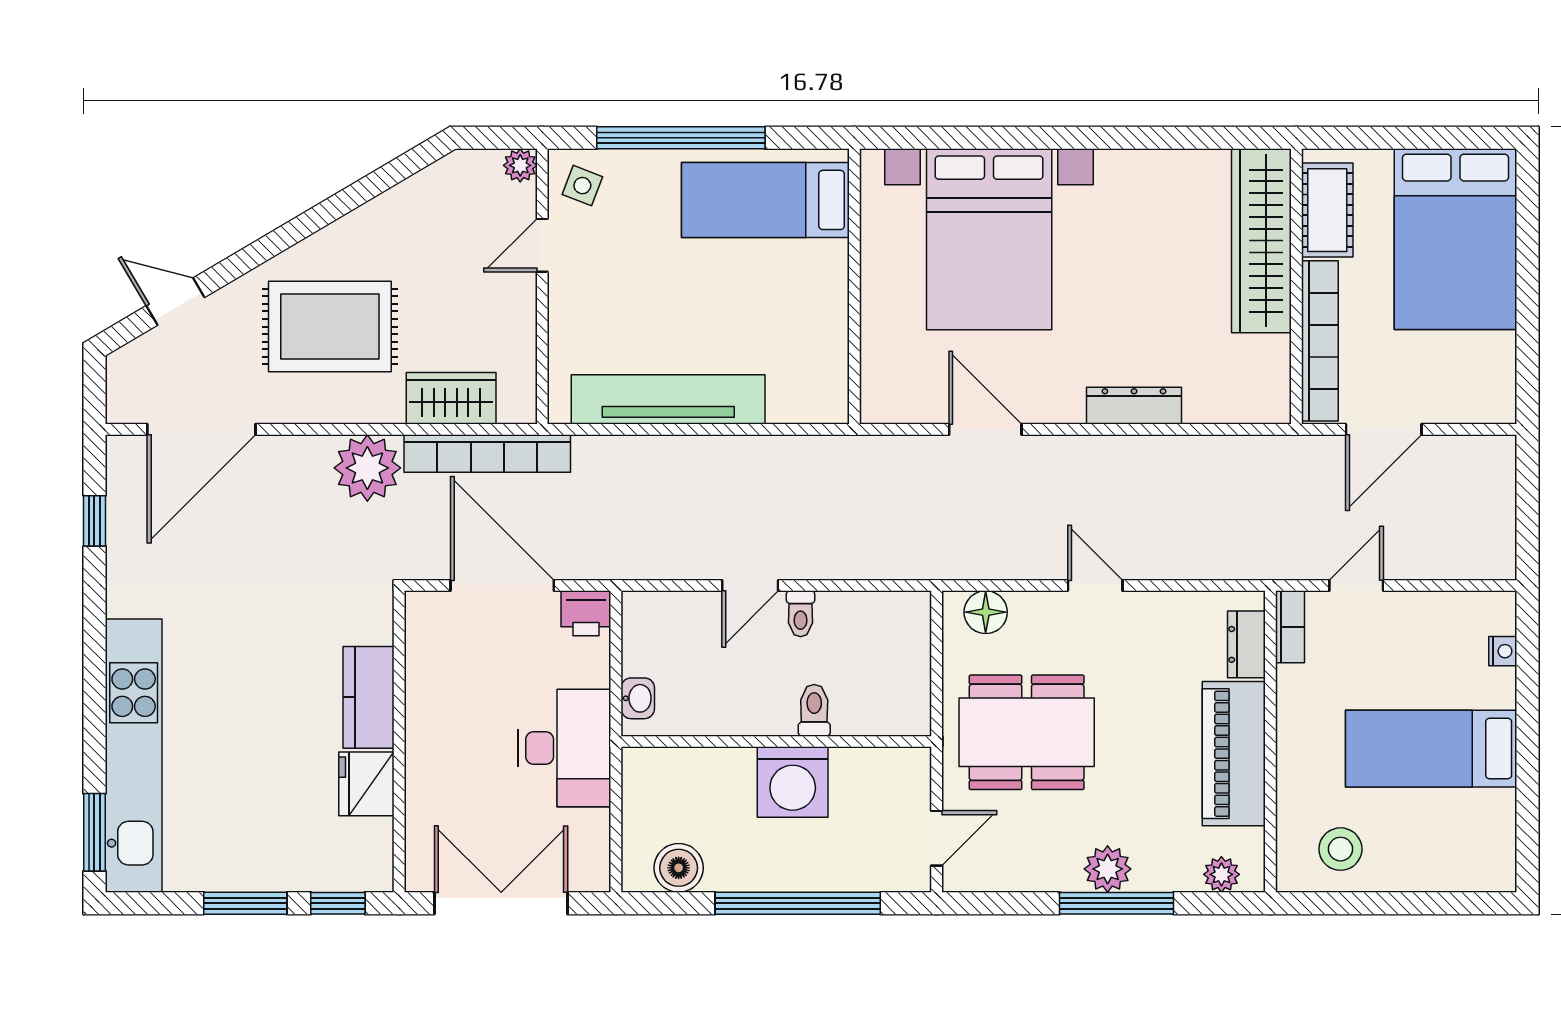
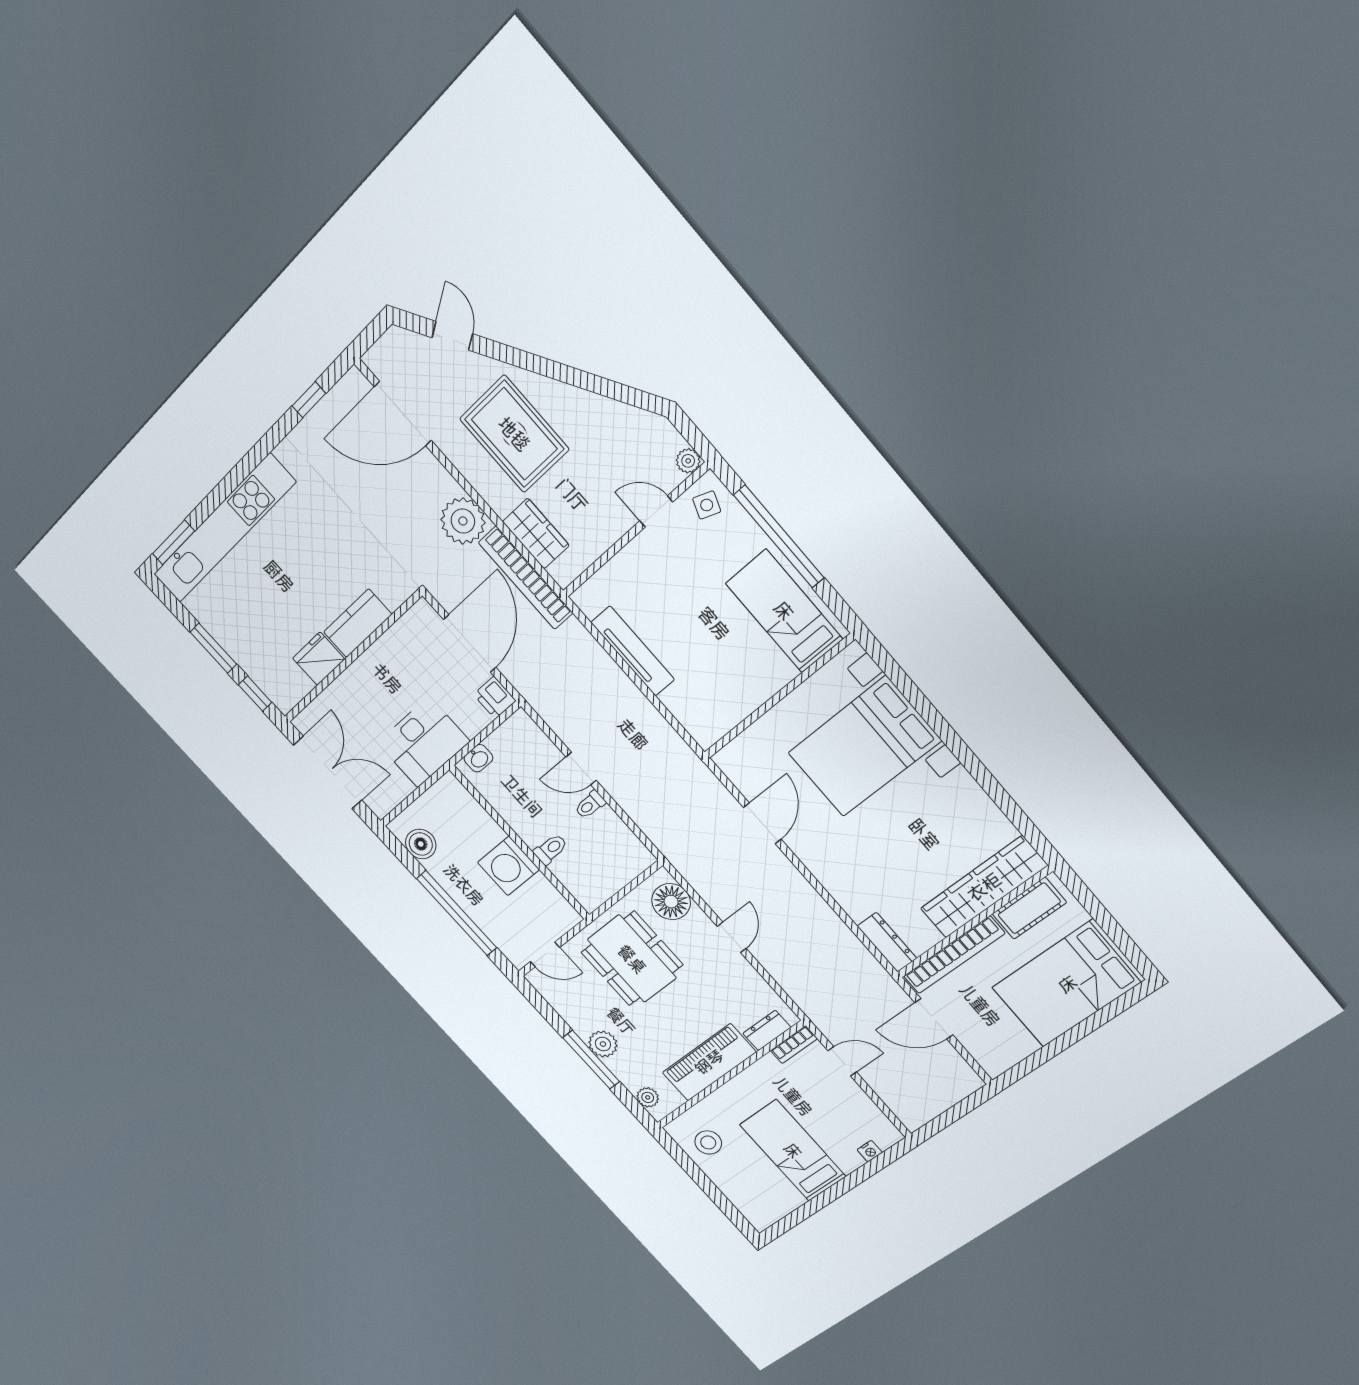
tv unit: (668, 399) -> (633, 651), width x0.73, depth x0.78
dresser: (1134, 406) -> (887, 942), moved
floor lamp: (986, 612) -> (671, 902), width x1.38, depth x1.38

